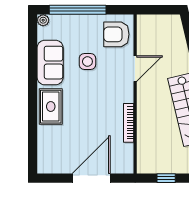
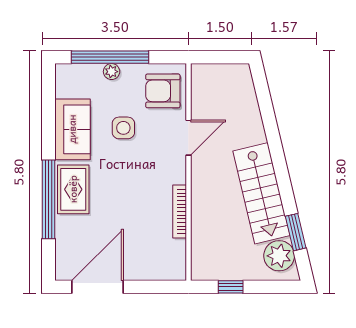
plant: (43, 20) -> (112, 72), moved
window: (33, 114) -> (48, 199), added
door: (91, 178) -> (98, 287), moved

